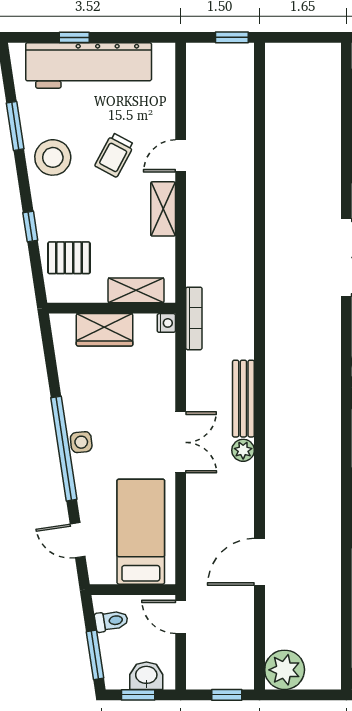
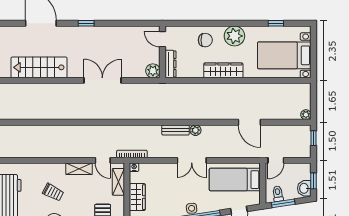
door: (181, 156) -> (103, 160), moved
bench: (243, 399) -> (176, 130), width x0.73
double door: (181, 442) -> (192, 160), swing flipped
window: (95, 655) -> (283, 203), moved
plant: (285, 670) -> (306, 115), width x0.53, depth x0.53
washbasin: (146, 676) -> (304, 188), moved

